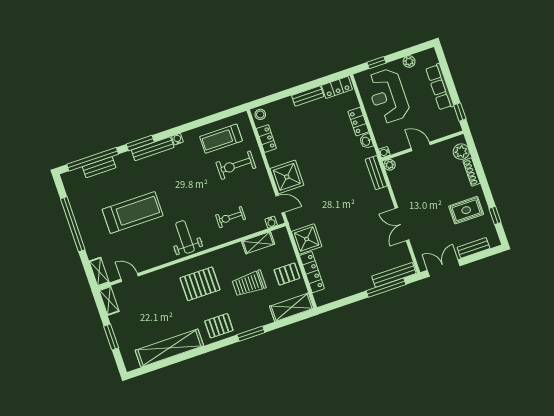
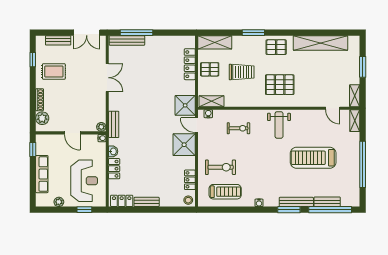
bench: (153, 149) -> (296, 202), moved
shower: (307, 239) -> (185, 105), moved
shelving: (258, 243) -> (212, 101), moved

